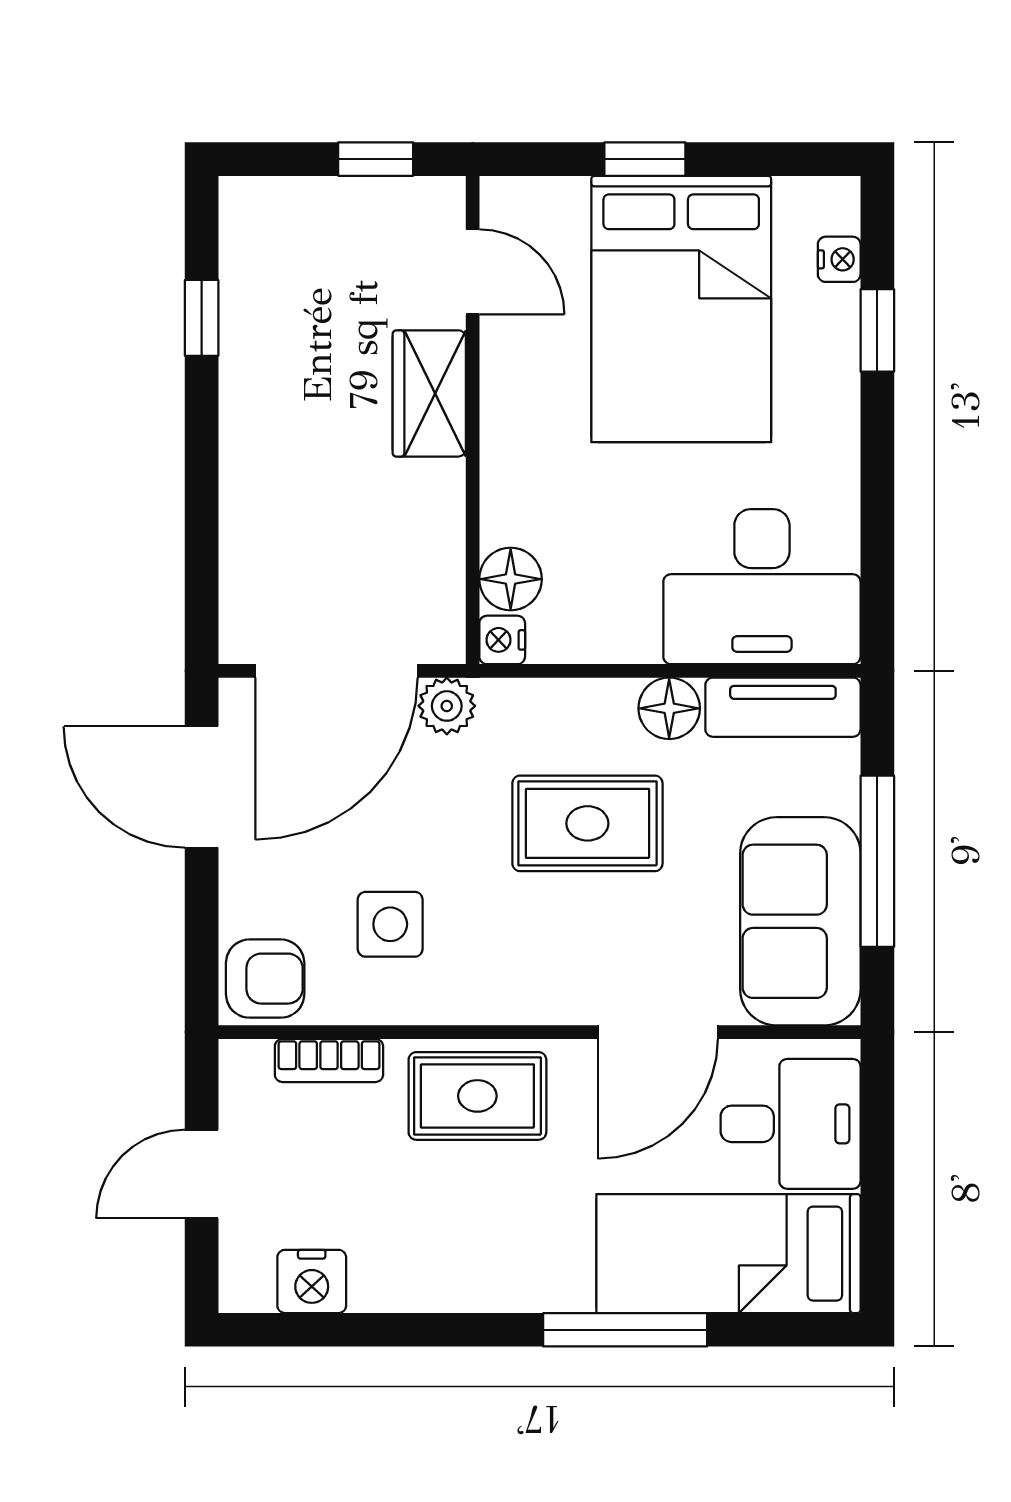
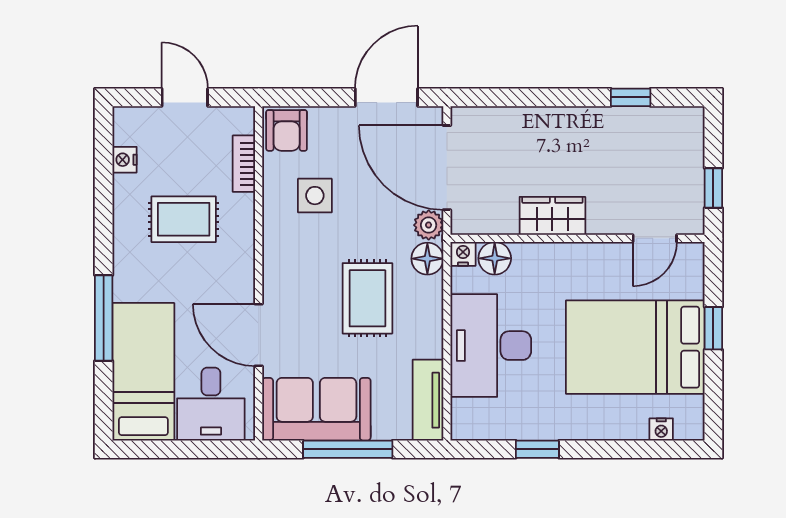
window: (877, 330) -> (537, 449), moved
wardrobe: (429, 393) -> (552, 216), moved
desk: (762, 587) -> (491, 346), moved
floor lamp: (669, 708) -> (427, 259), moved
rug: (477, 1096) -> (184, 219), moved, turned 90
nightstand: (312, 1281) -> (125, 160), width x0.72, depth x0.74

